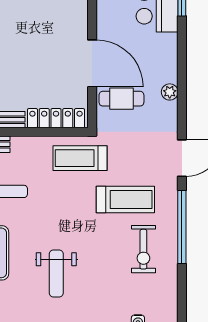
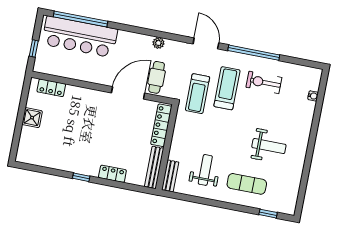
treadmill: (80, 158) -> (198, 94), moved
exercise bike: (143, 249) -> (264, 82), turned 180

